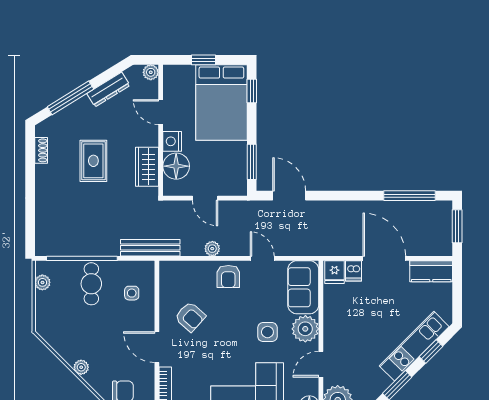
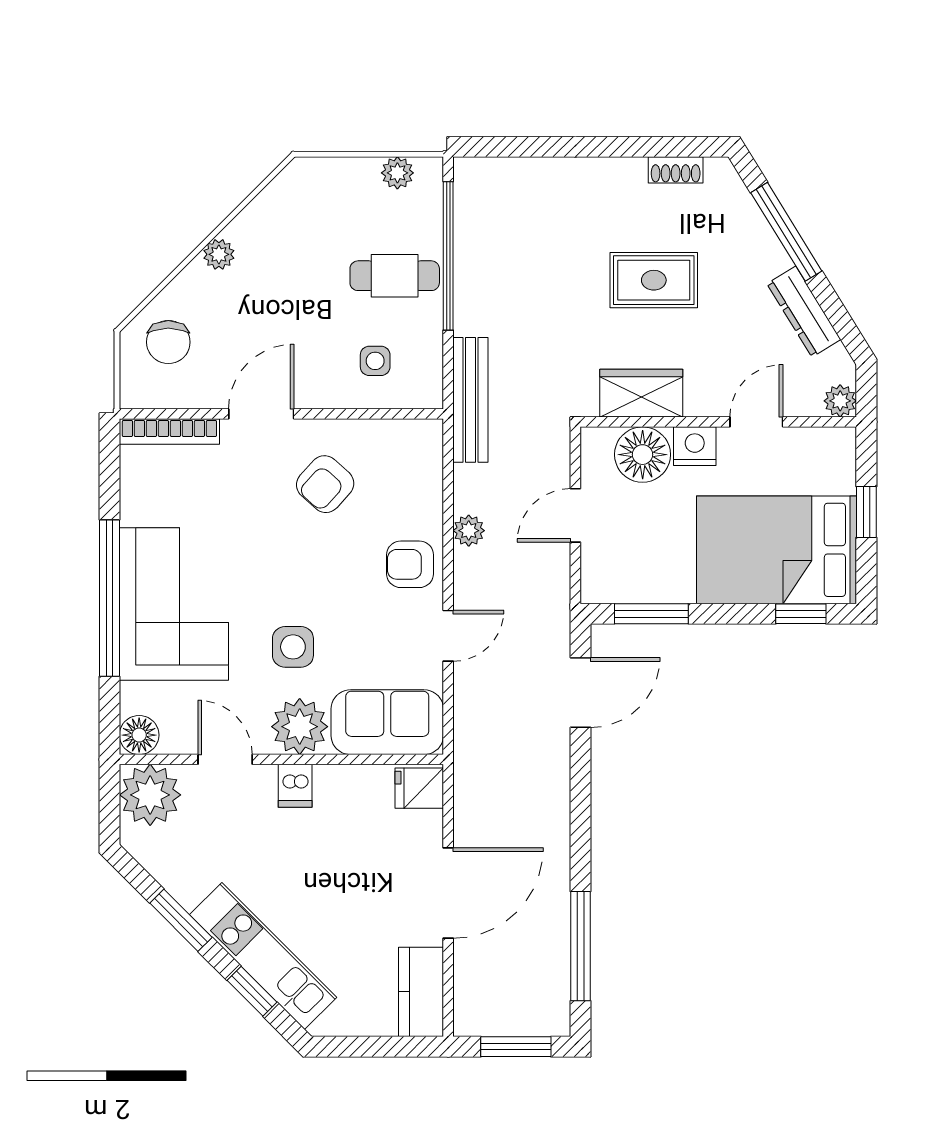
dishwasher: (354, 271) -> (295, 786), moved, turned -90

